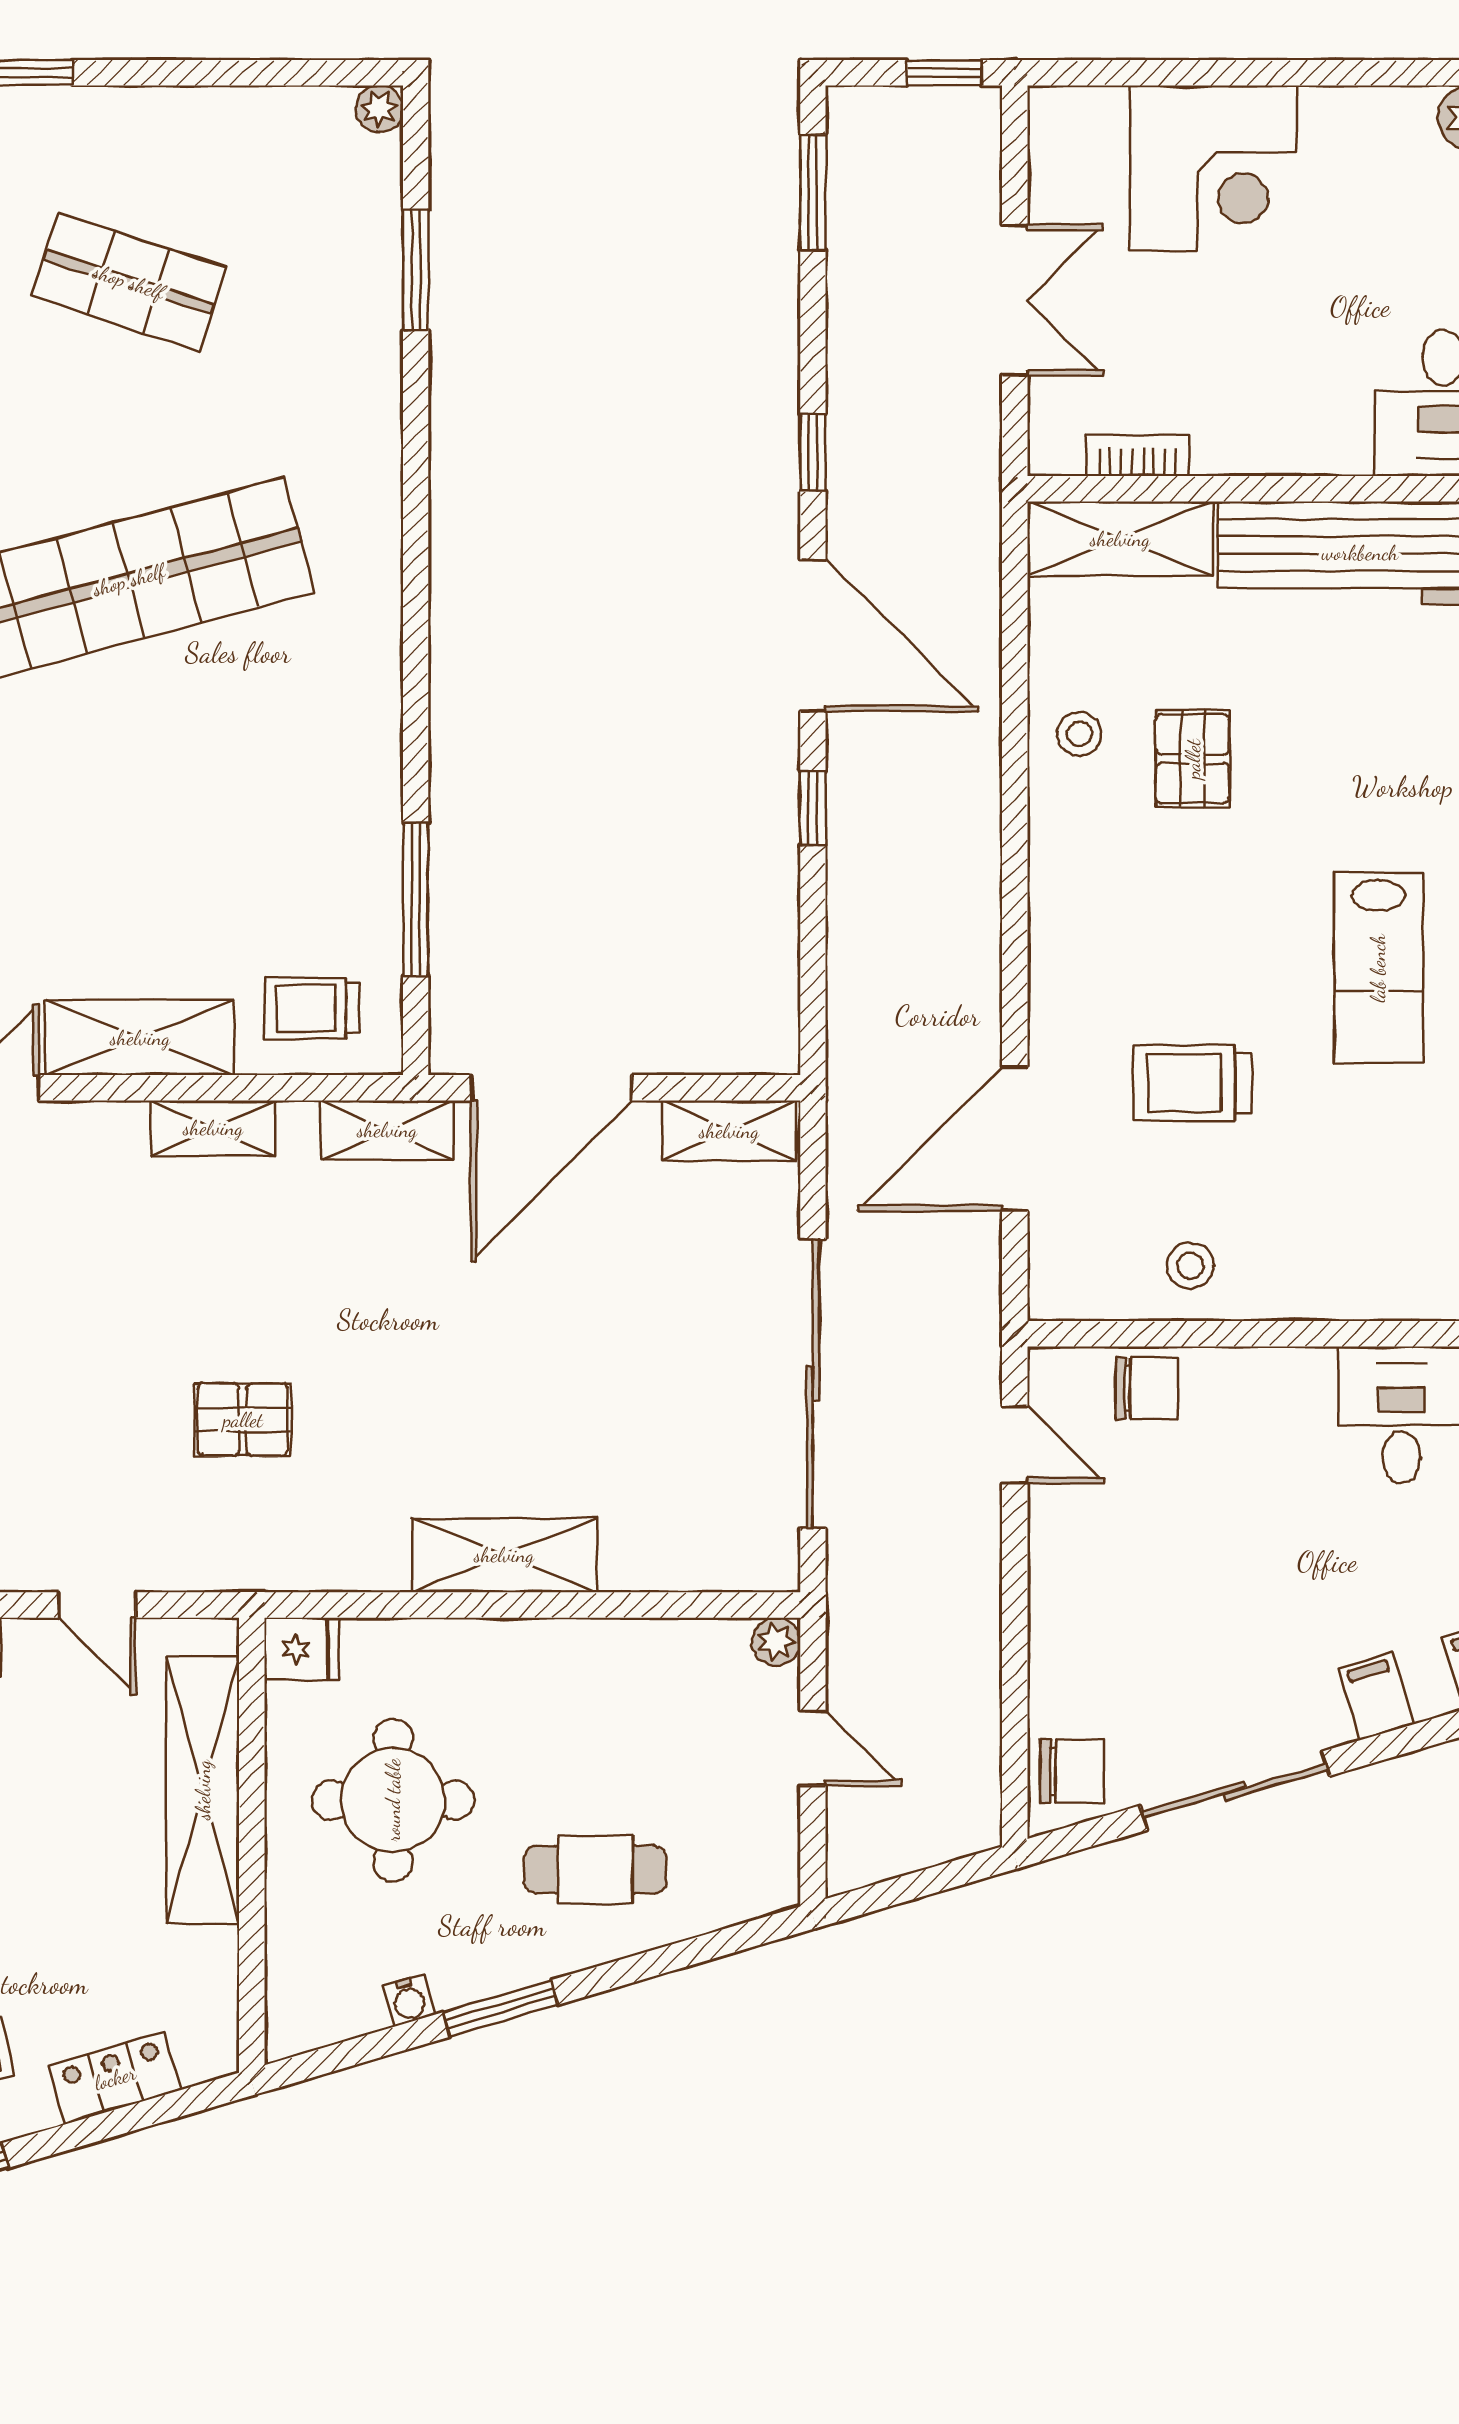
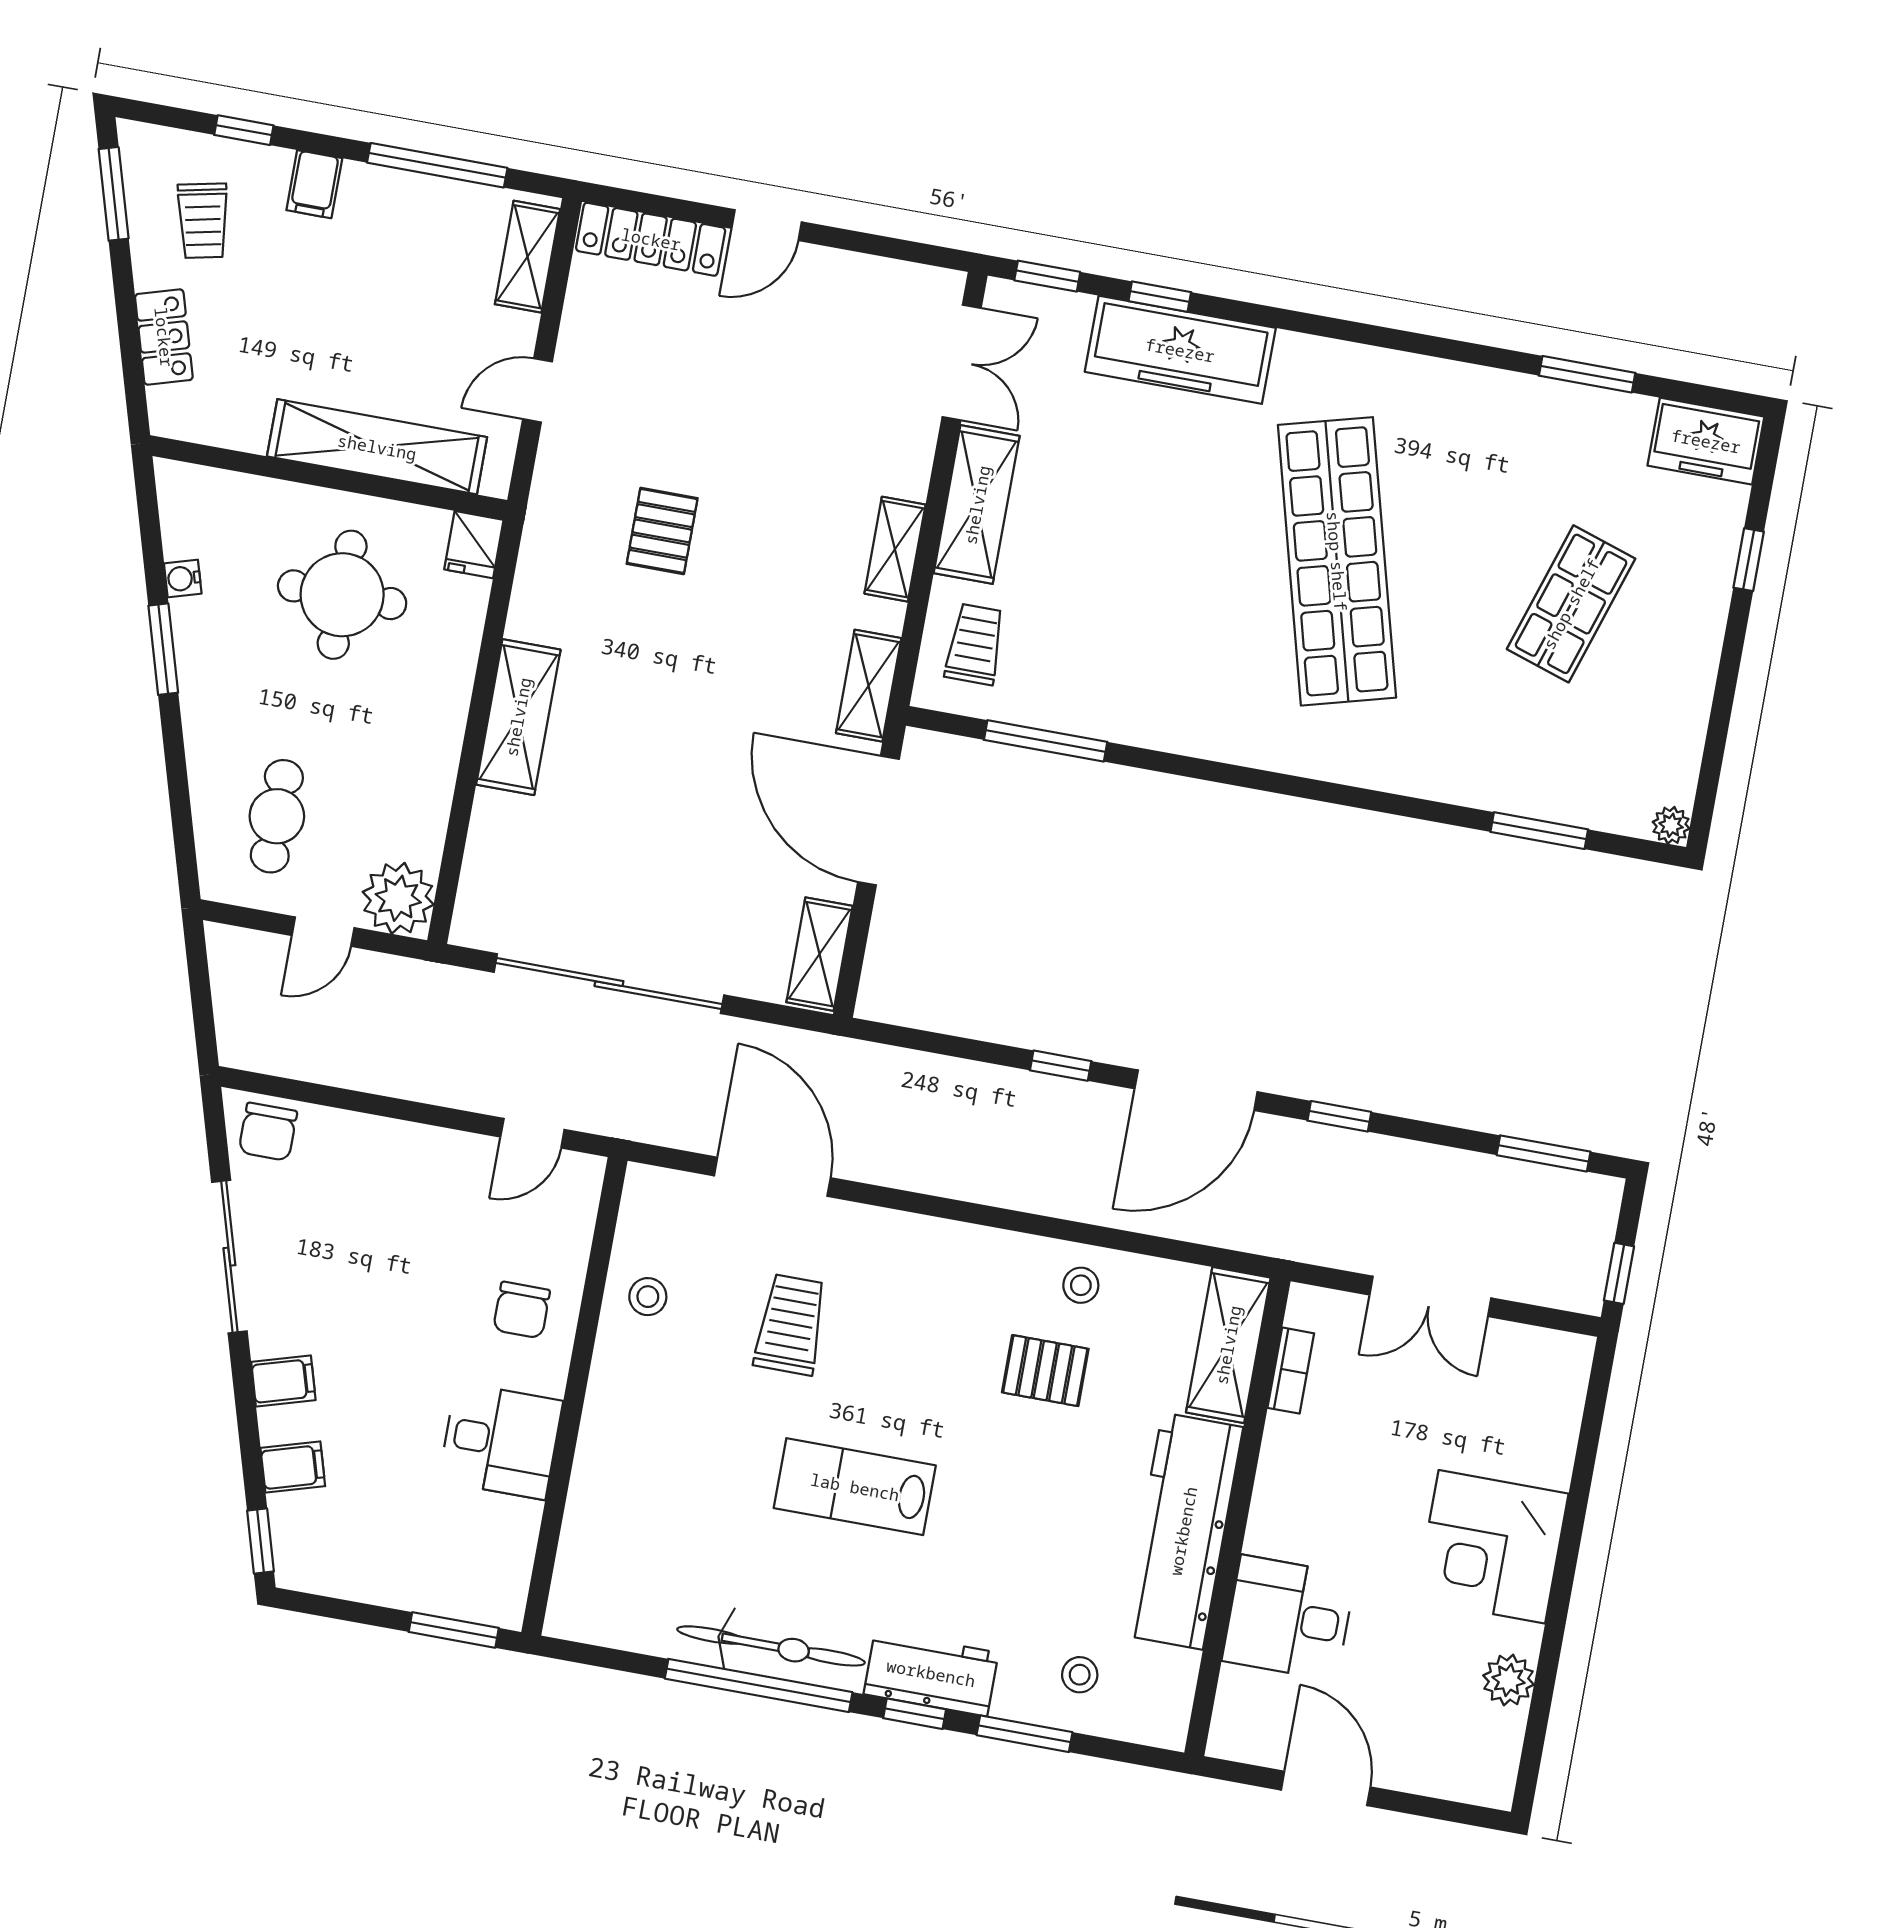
corner desk: (1213, 168) -> (1492, 1547), moved
chair: (1147, 1388) -> (522, 1310), moved
plant: (776, 1642) -> (398, 898), width x1.88, depth x1.88
cafe table: (595, 1870) -> (277, 816), moved

